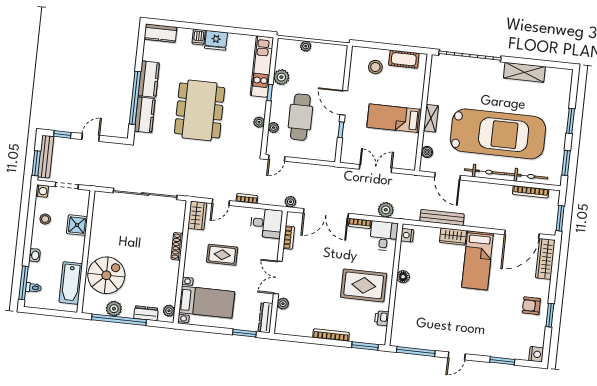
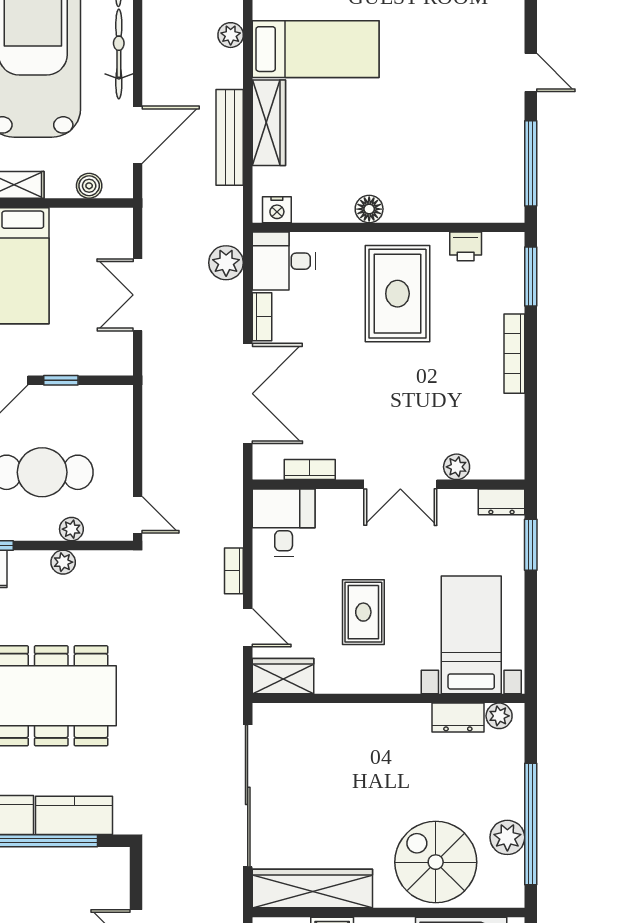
plant: (290, 202) -> (231, 35), moved
wardrobe: (100, 219) -> (312, 888), added
wardrobe: (453, 236) -> (269, 123), width x1.50
shoe rack: (177, 246) -> (355, 713), removed
dresser: (146, 313) -> (458, 718), moved, turned -90
dresser: (266, 318) -> (501, 502), width x0.70

